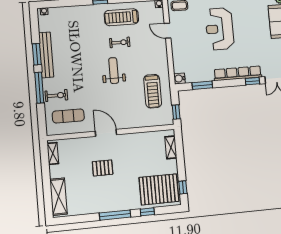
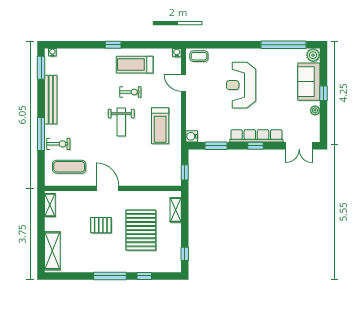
window: (37, 54) -> (41, 68), moved
weight bench: (114, 71) -> (121, 122), turned 180
window: (252, 81) -> (256, 146), moved
treadmill: (153, 91) -> (160, 126), moved
pallet: (159, 189) -> (141, 230), moved, turned 90

